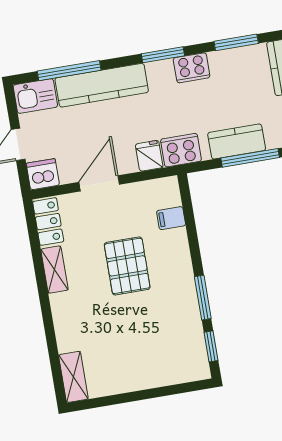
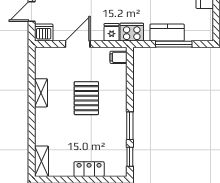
filing cabinet: (171, 218) -> (119, 57), moved
locker: (48, 222) -> (89, 169), moved, turned -90

